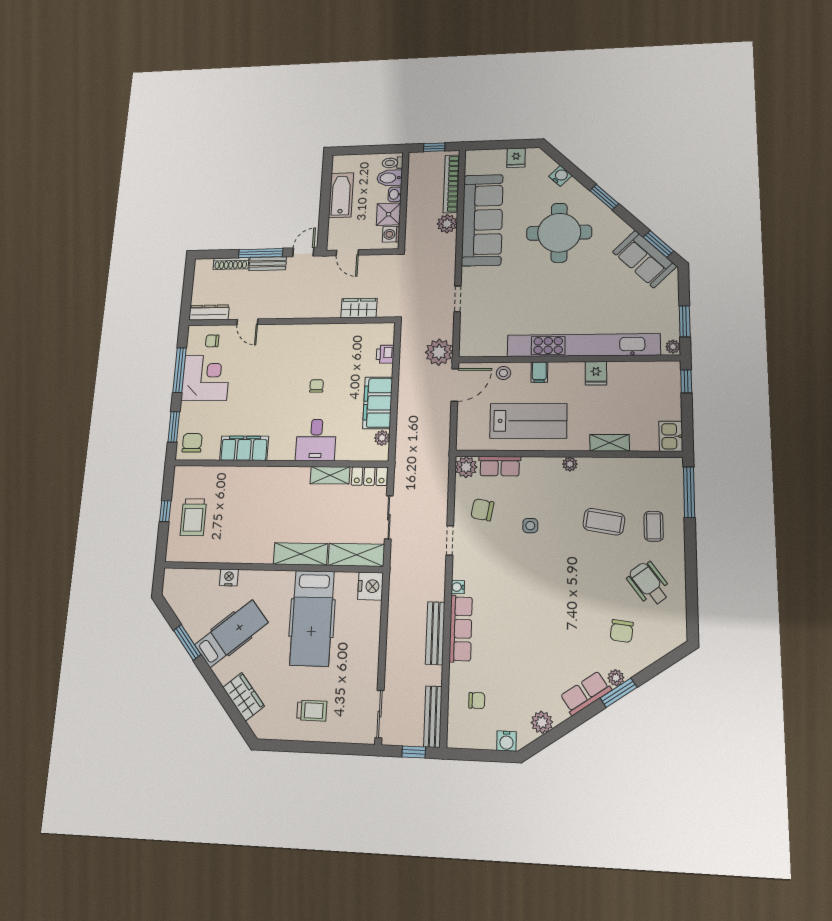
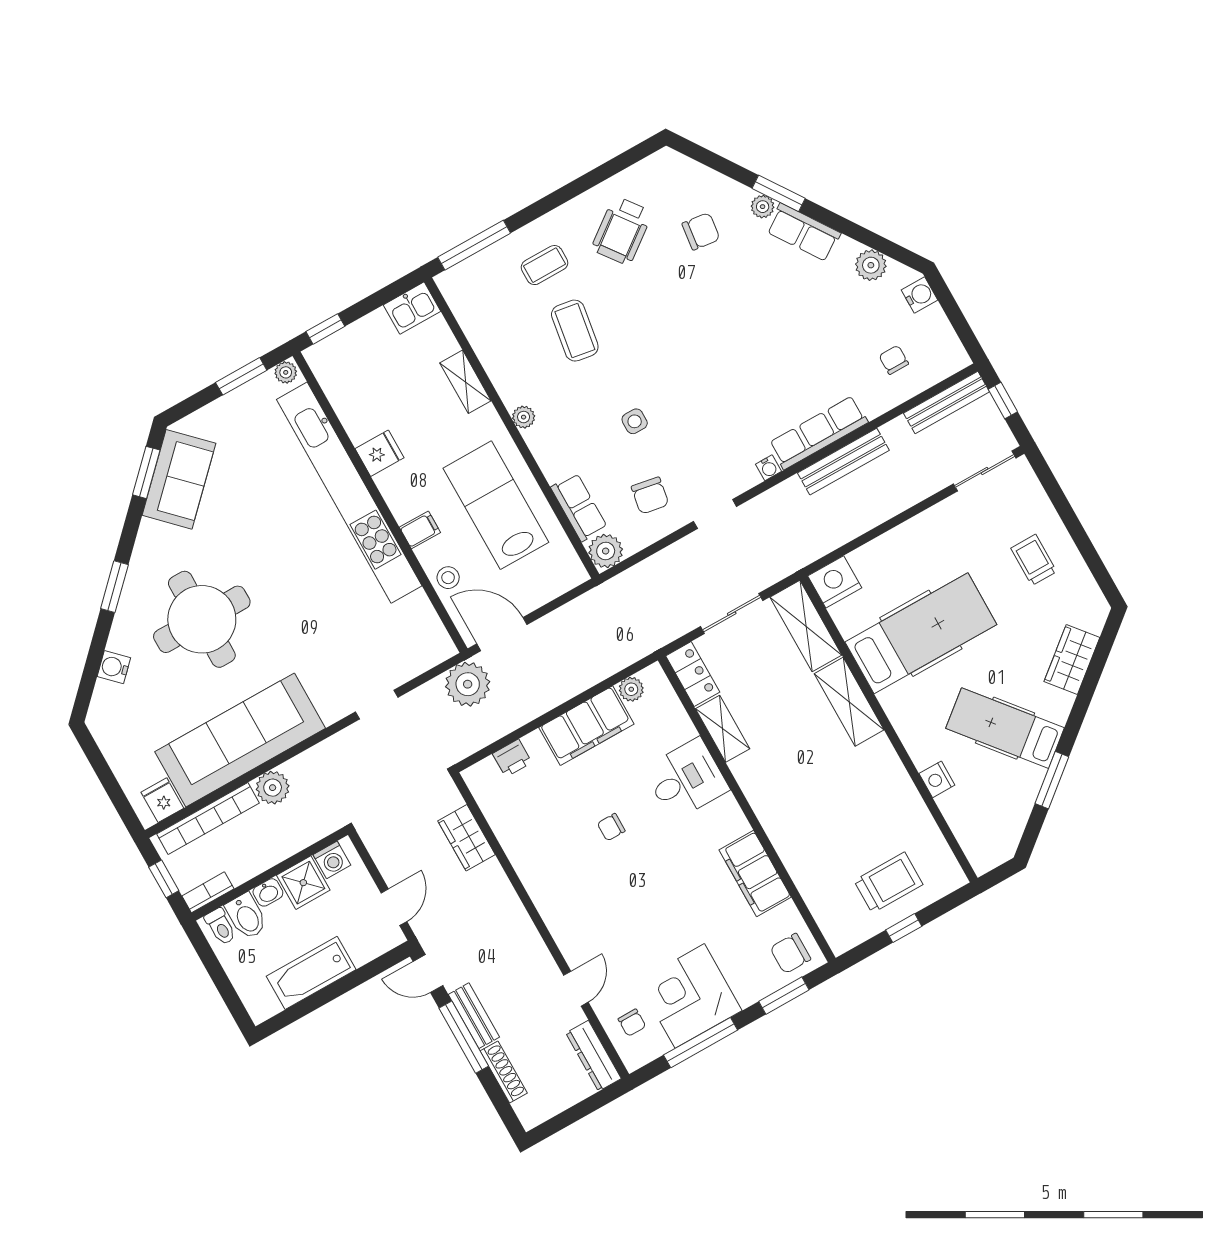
fridge: (516, 158) -> (162, 800), moved, turned -90
bookcase: (414, 165) -> (208, 892), added

